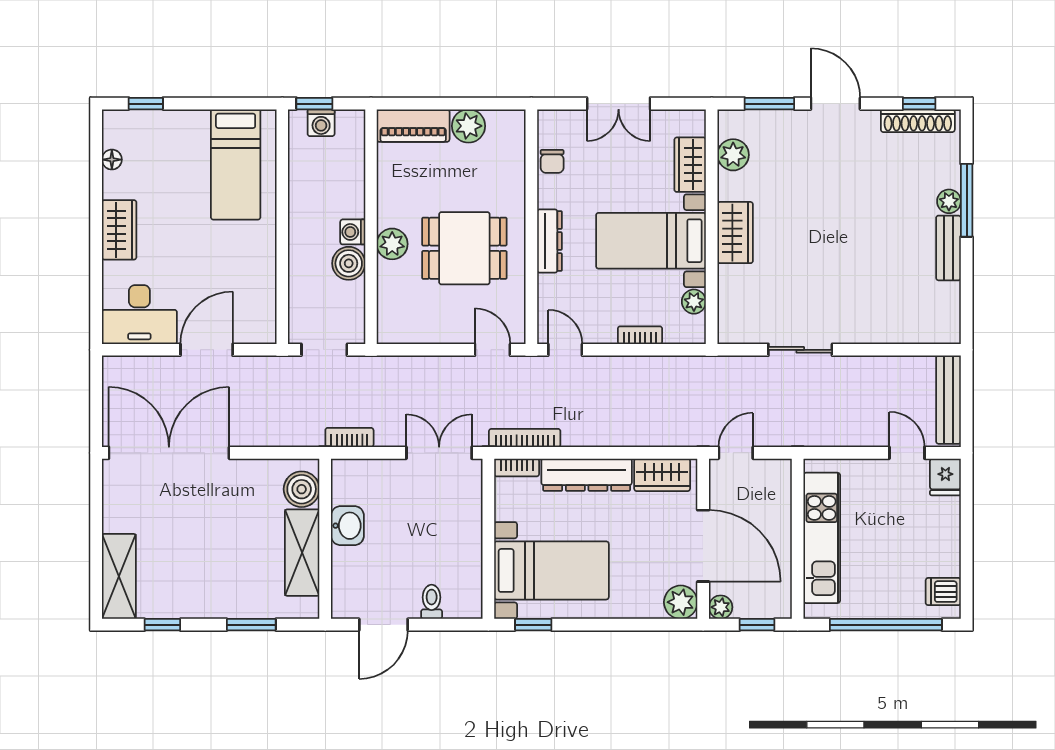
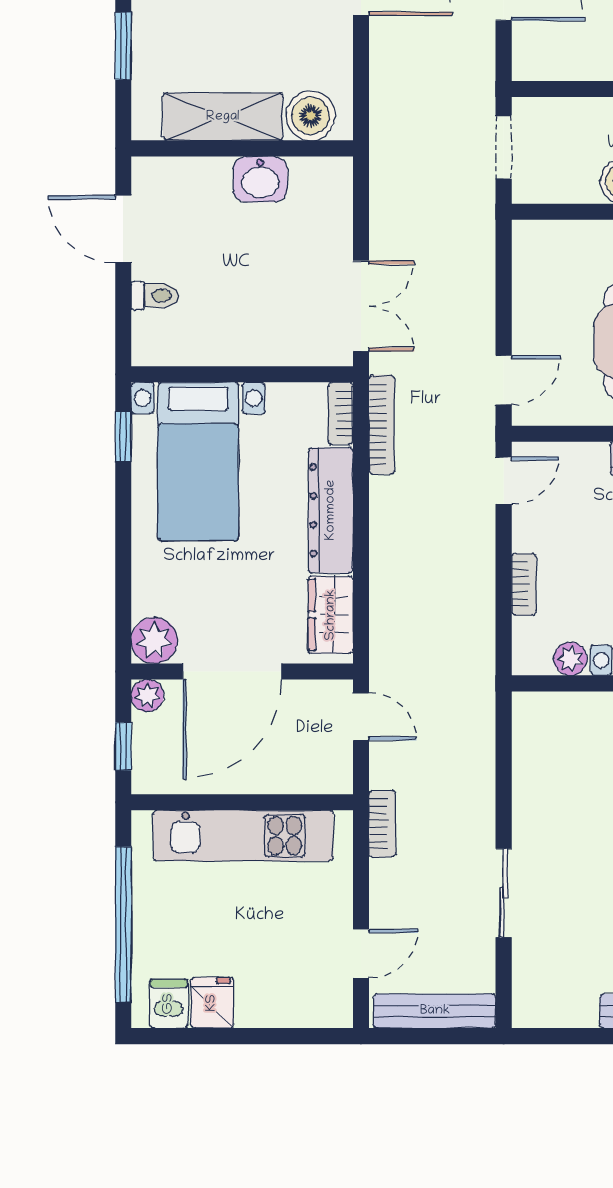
sliding door: (800, 350) -> (504, 893), moved
bookcase: (349, 437) -> (382, 824), moved
fridge: (945, 477) -> (212, 1003), moved, turned 90

